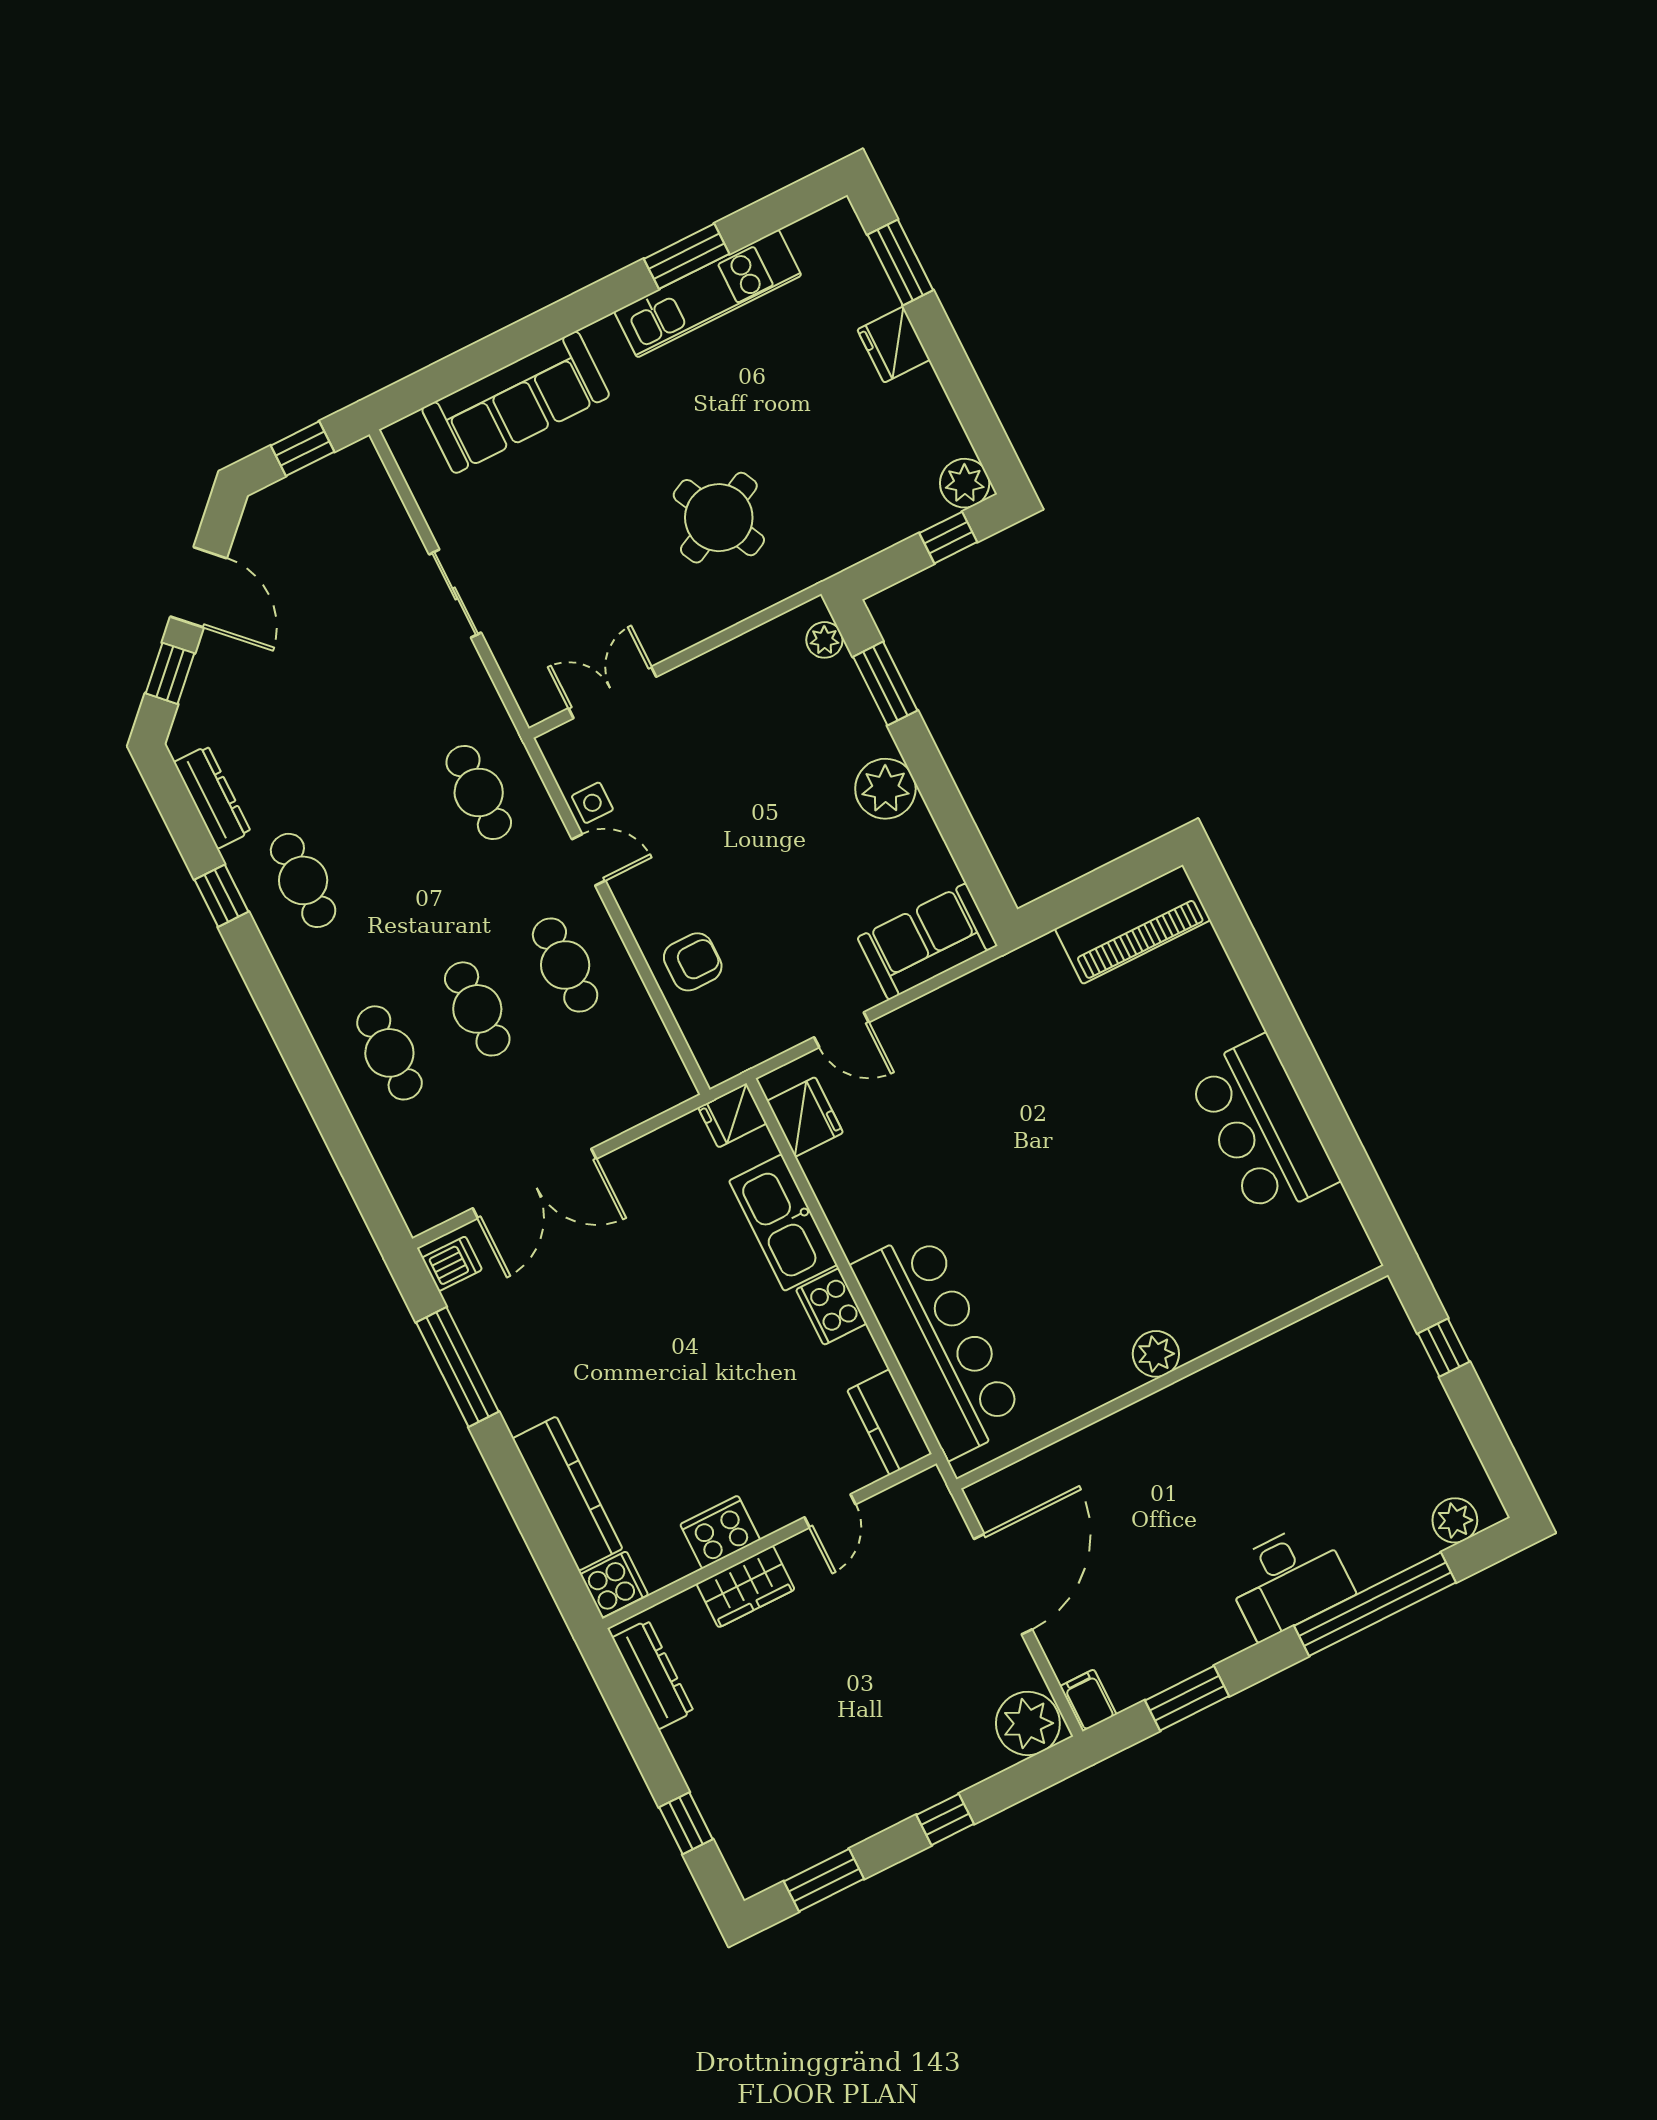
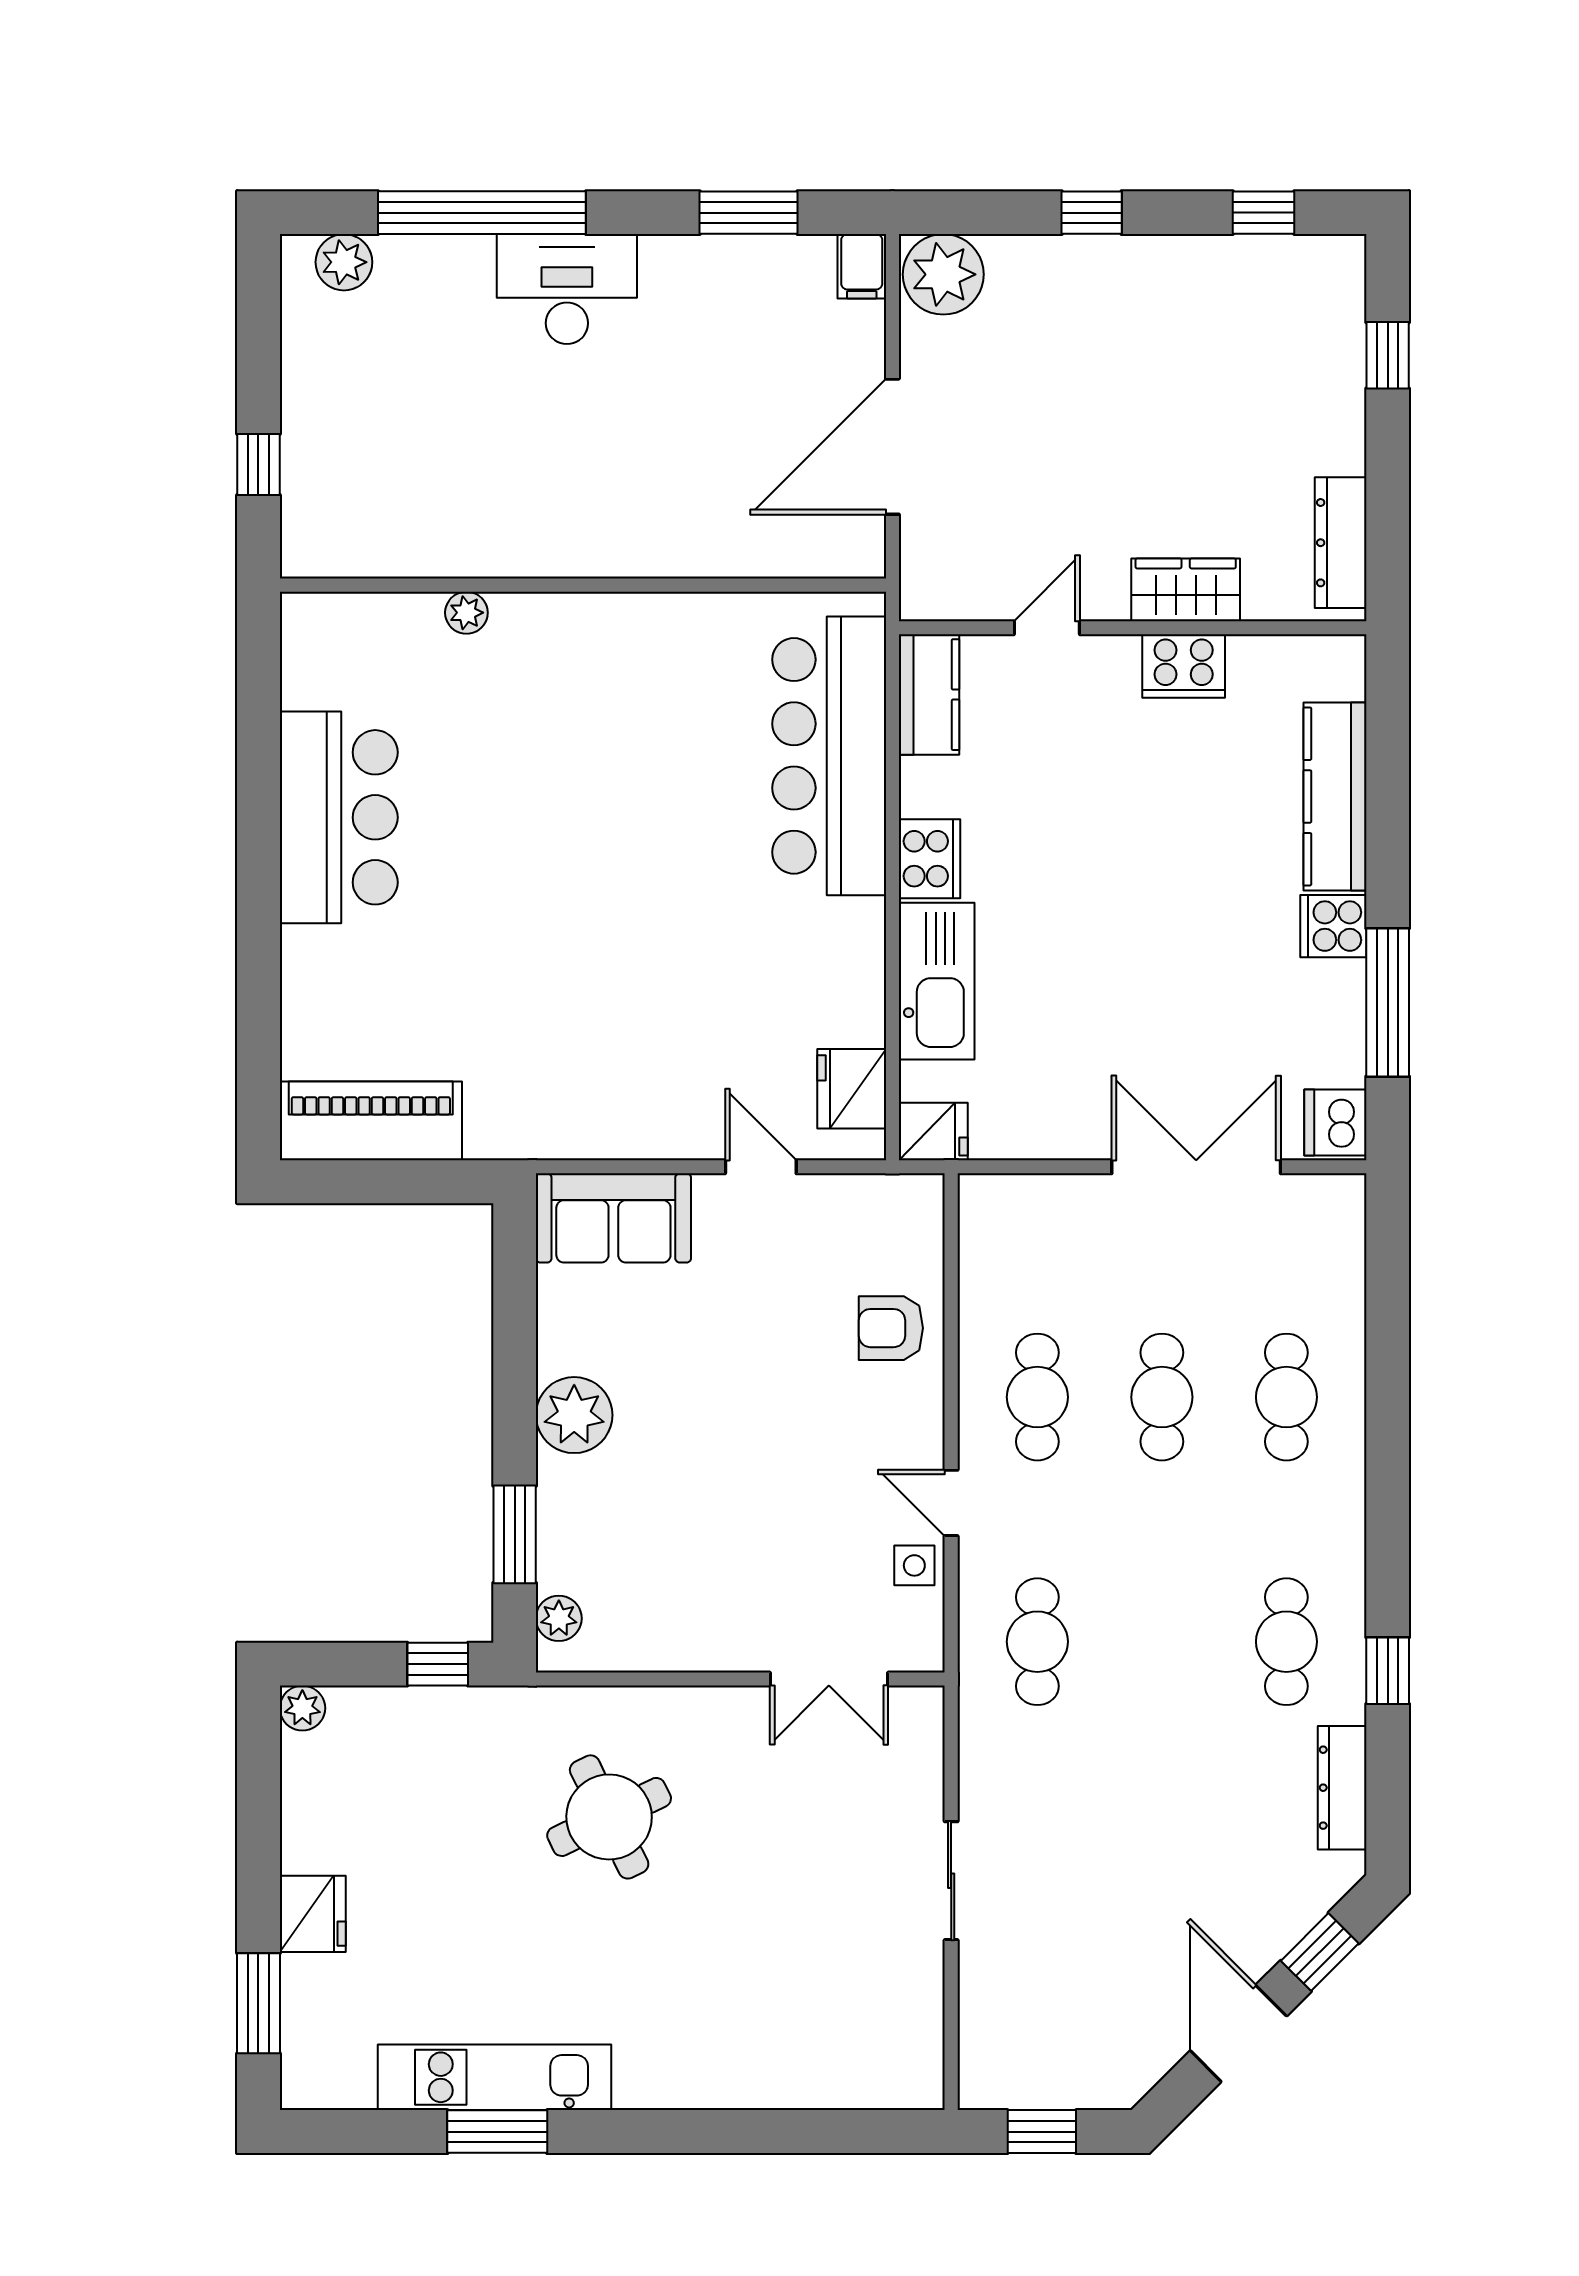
sofa: (516, 402) -> (774, 2063), removed
plant: (965, 483) -> (302, 1708), width x0.73, depth x0.73
window: (948, 538) -> (438, 1664), moved
dishwasher: (452, 1264) -> (1335, 1123), width x1.38
plant: (1156, 1354) -> (466, 613), moved, width x0.73, depth x0.73
cooker: (614, 1584) -> (1333, 926), moved
window: (824, 1880) -> (1263, 213), width x0.67

